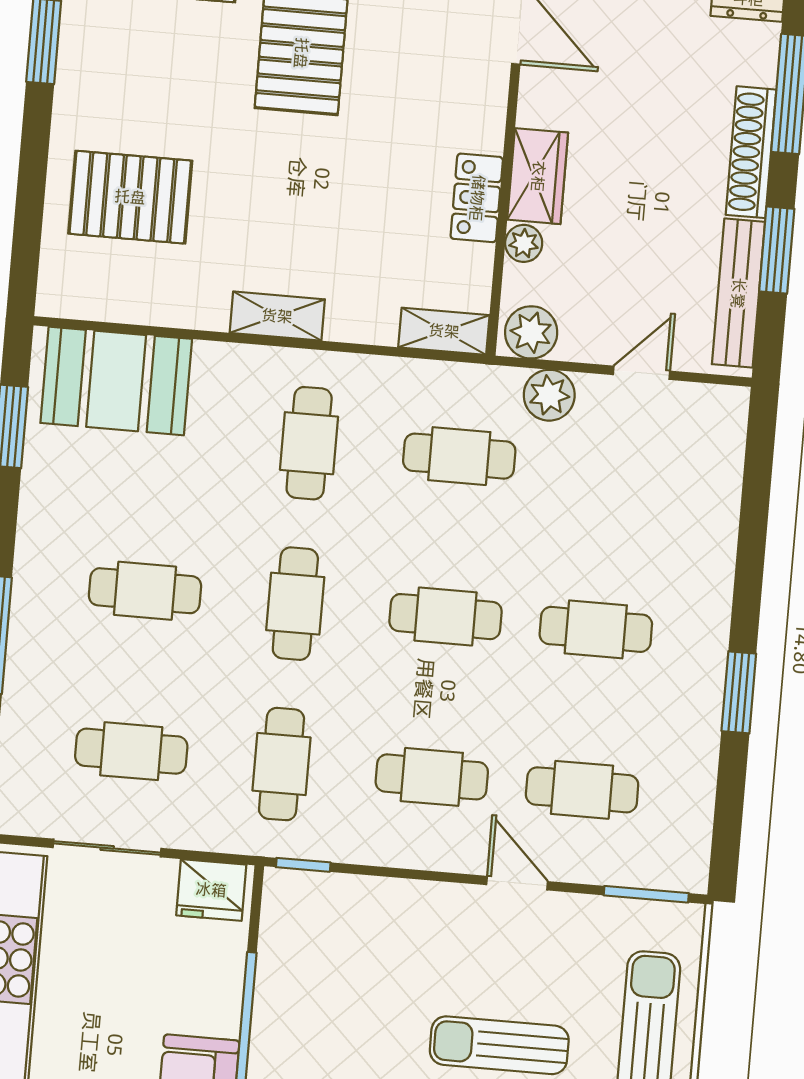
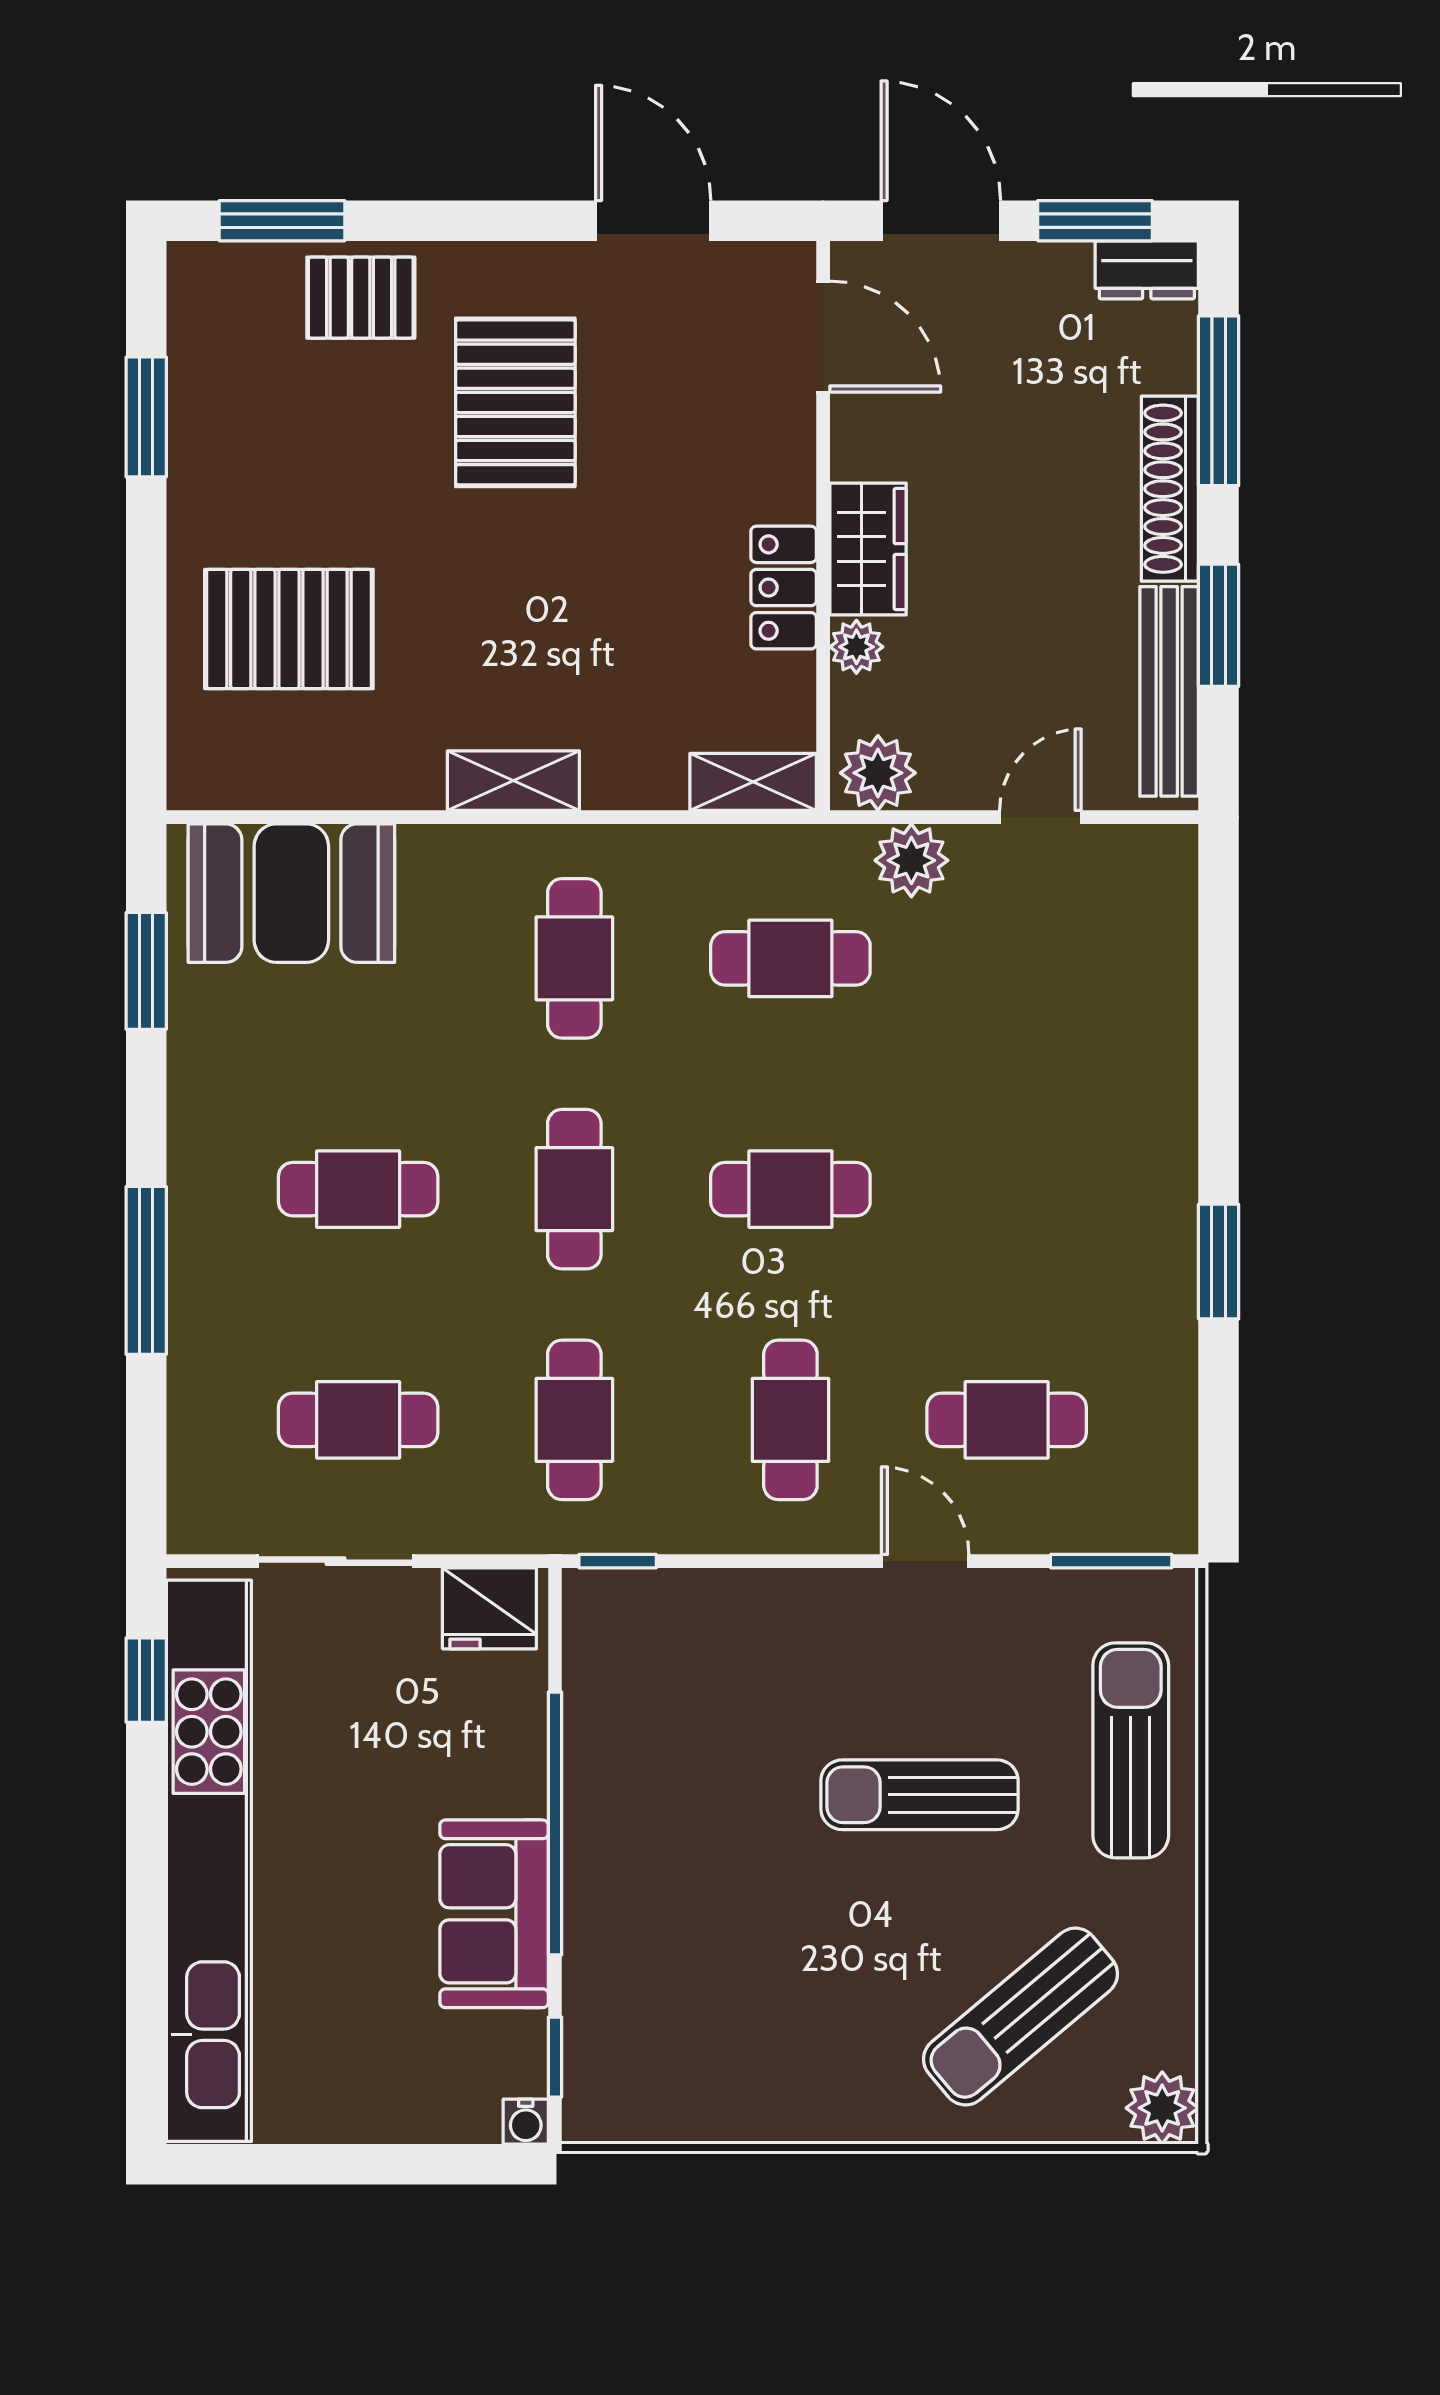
cafe table: (596, 629) -> (1007, 1189), removed
cafe table: (432, 777) -> (790, 1420), turned 90

